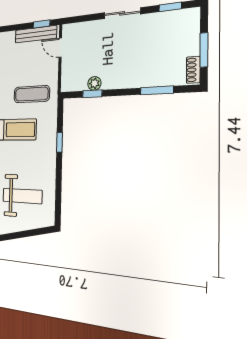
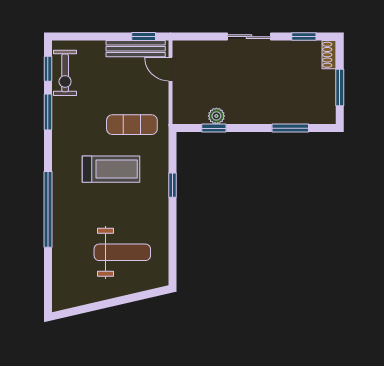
shoe rack: (193, 70) -> (329, 55), moved

